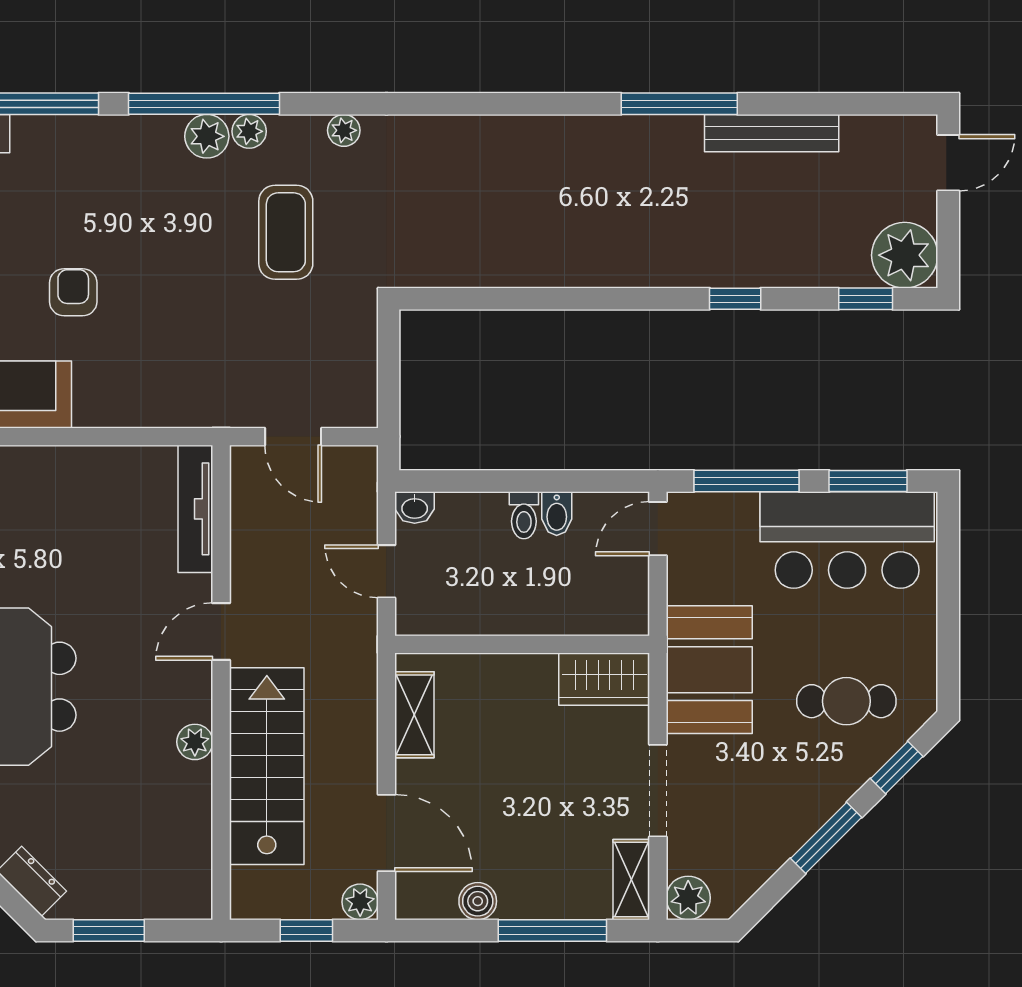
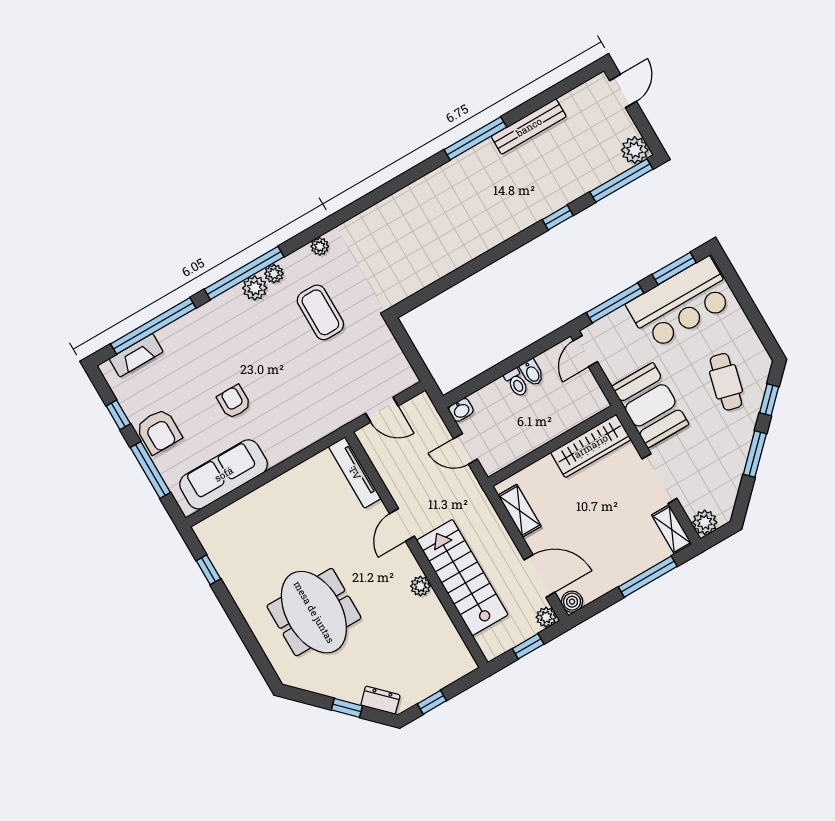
plant: (905, 255) -> (635, 150), width x0.73, depth x0.73
window: (866, 299) -> (621, 181), width x2.17
wardrobe: (604, 679) -> (591, 446), width x1.50
cafe table: (846, 701) -> (726, 382), turned -76
boiler: (478, 901) -> (572, 602), moved
window: (109, 930) -> (432, 702), width x0.67

